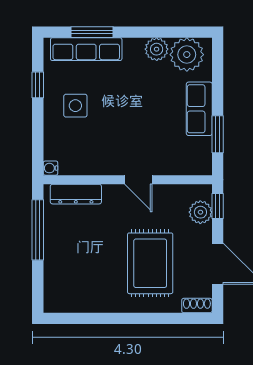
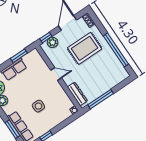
side table: (75, 106) -> (38, 106), moved
door: (138, 180) -> (56, 74), hinge flipped
window: (109, 318) -> (116, 50), added

